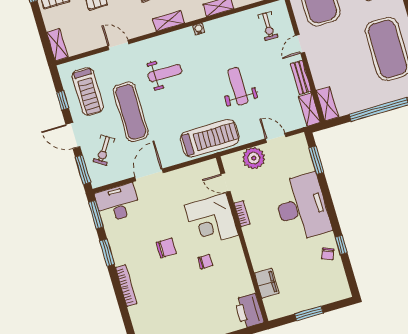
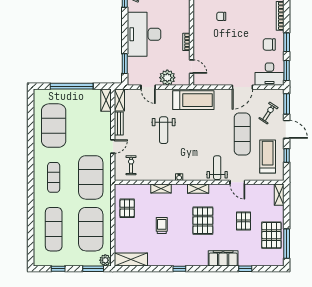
weight bench: (165, 73) -> (217, 168), moved, turned 90
treadmill: (210, 138) -> (193, 100), turned 180
corner desk: (211, 220) -> (209, 44), removed
chair: (166, 248) -> (269, 44), moved

